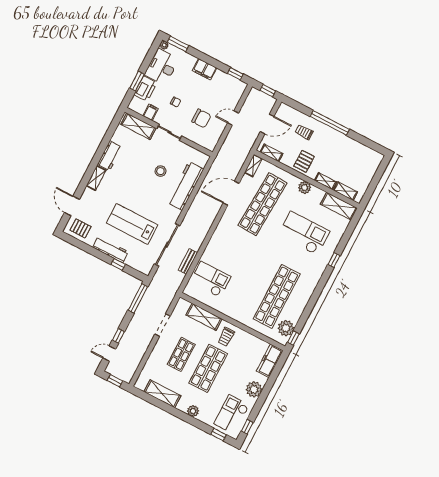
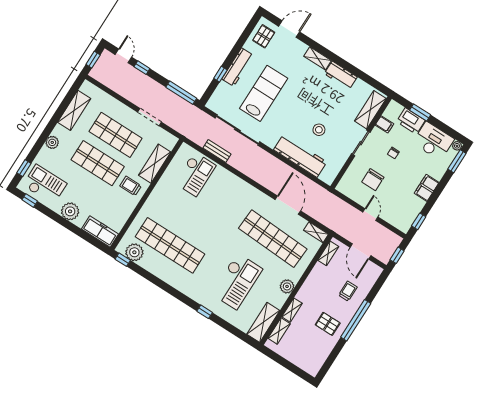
pallet: (304, 161) -> (328, 324), moved
shop shelf: (181, 354) -> (116, 135), width x1.43, depth x1.36

